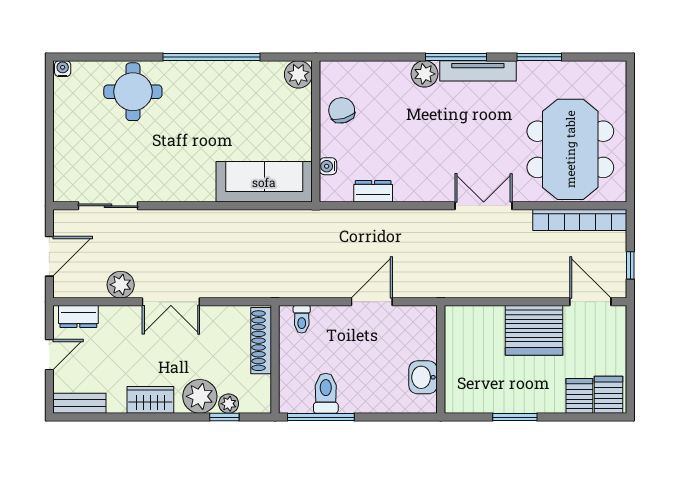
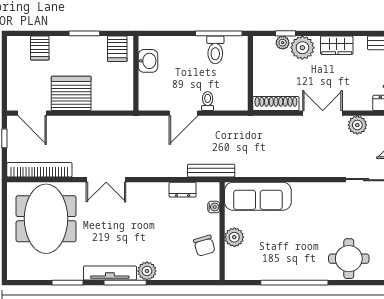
plant: (298, 74) -> (234, 237), moved
bench: (332, 219) -> (211, 171), added
toilet: (302, 319) -> (208, 101), moved
shoe rack: (261, 341) -> (276, 104), moved, turned -90
server rack: (609, 395) -> (117, 49), moved

